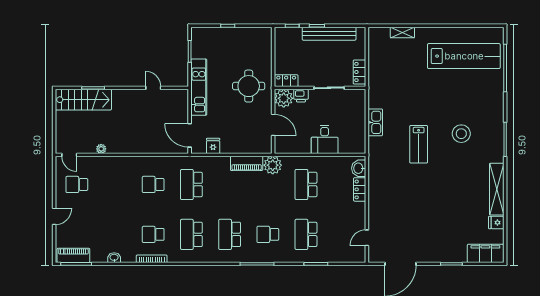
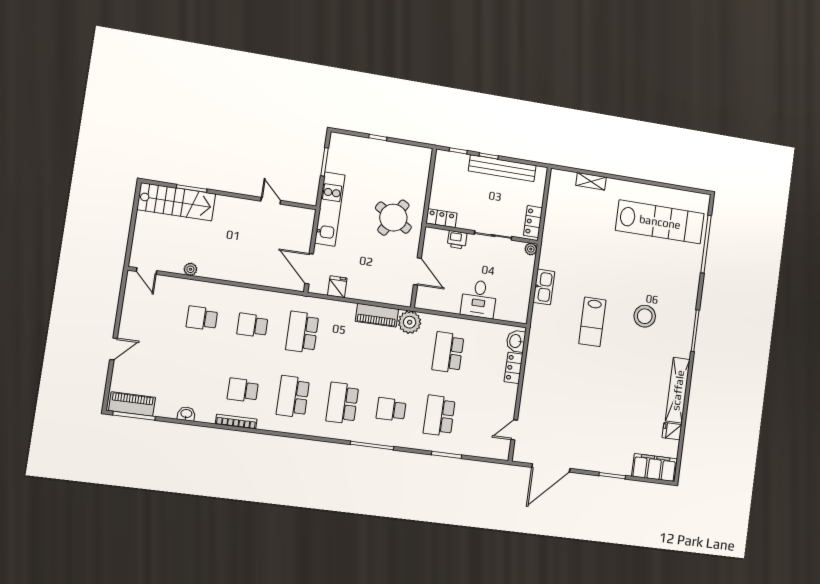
round table: (249, 86) -> (393, 218), turned 31
plant: (284, 98) -> (531, 249), moved, width x0.53, depth x0.53
school desk: (77, 184) -> (202, 318), moved

